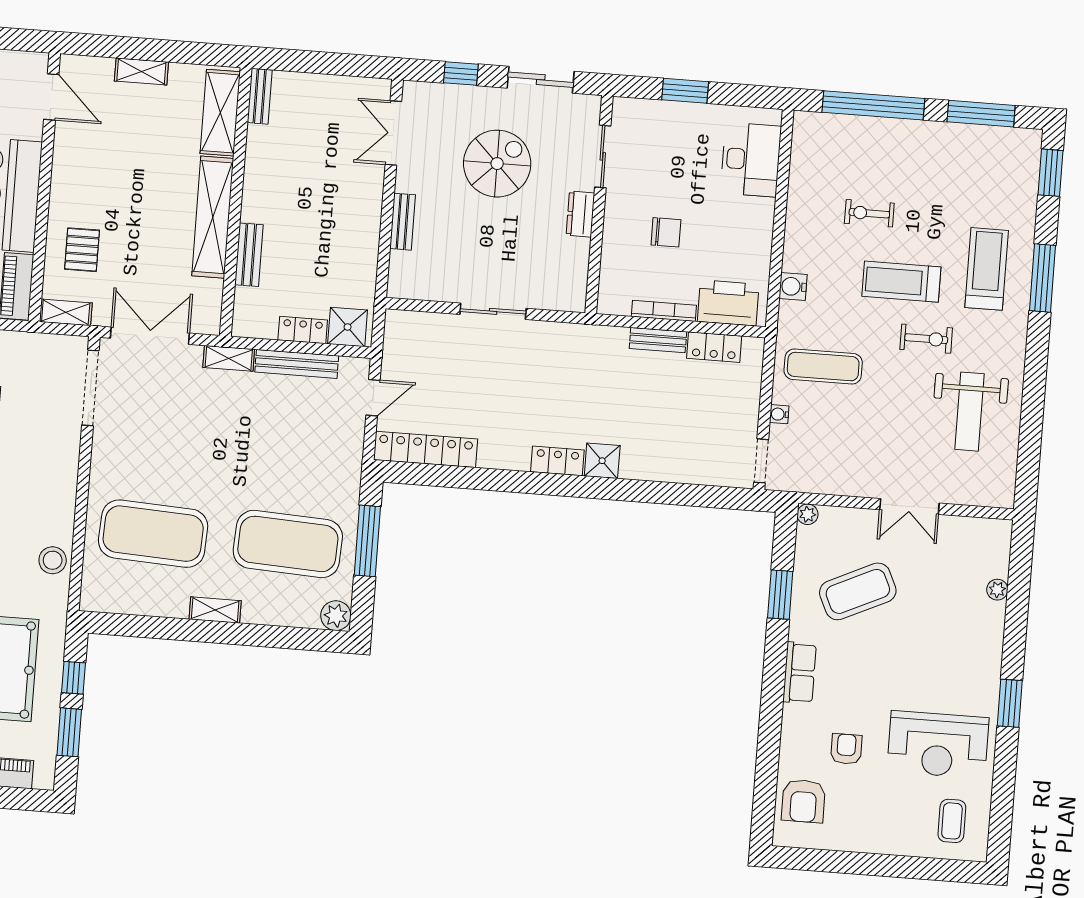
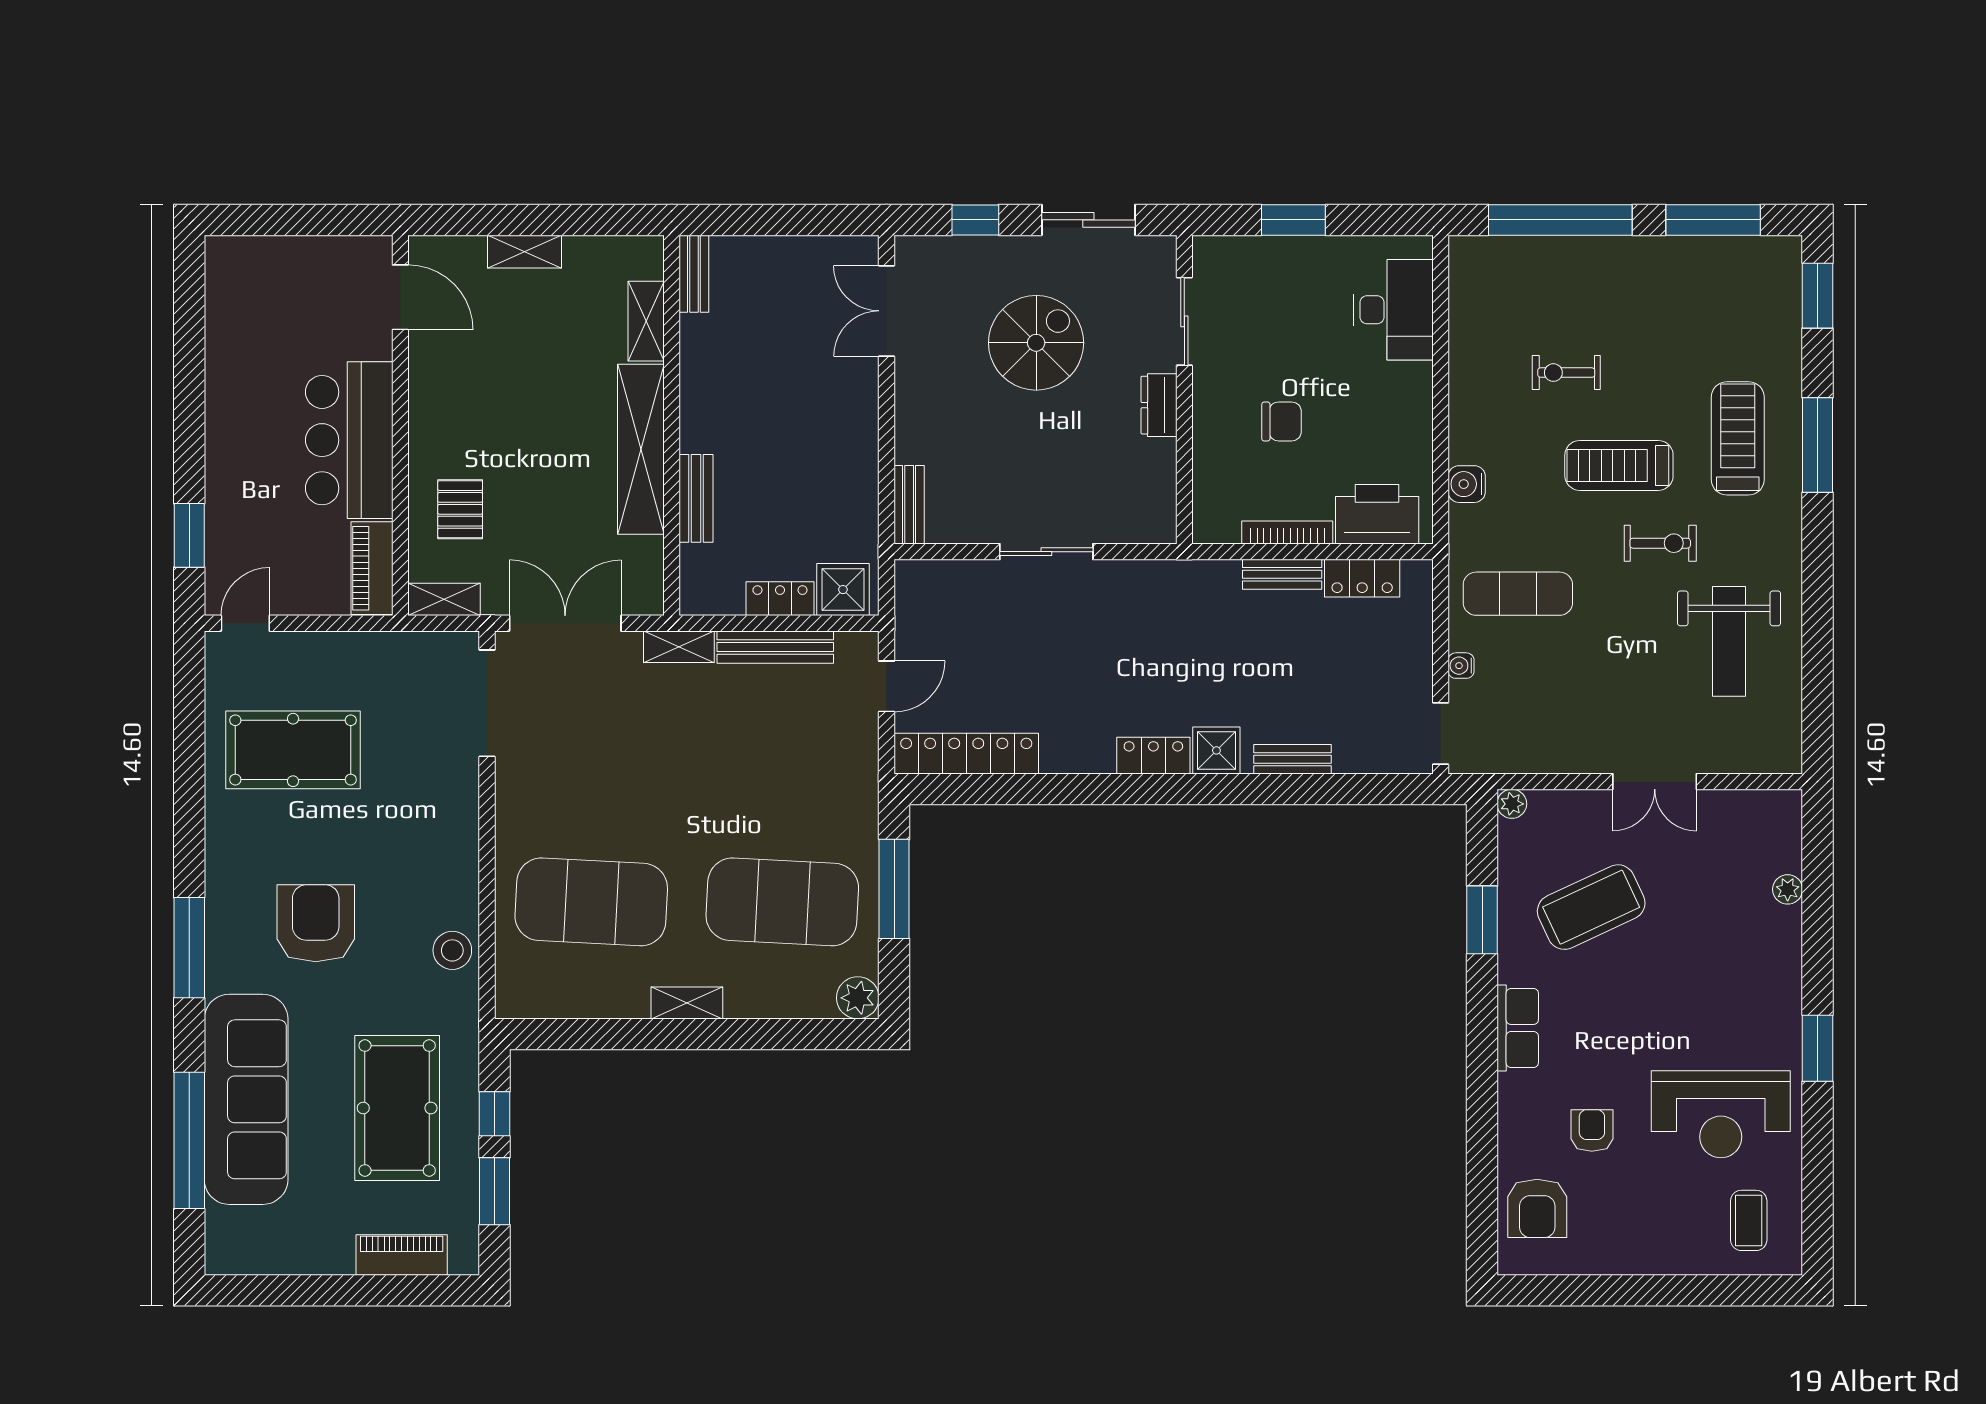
shelving: (220, 113) -> (646, 321), width x0.67, depth x0.75
bench: (403, 222) -> (909, 505), moved
bench: (655, 471) -> (1293, 759), added

